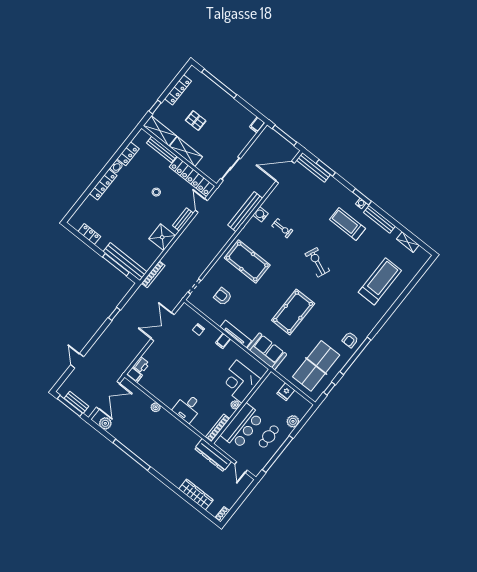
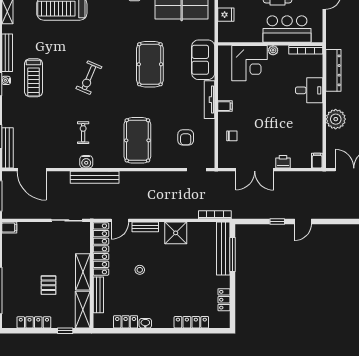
locker: (103, 184) -> (191, 322), moved
pool table: (293, 312) -> (150, 64), turned 90
door: (77, 361) -> (303, 221), moved
printer: (141, 365) -> (283, 162), moved
plant: (156, 407) -> (336, 119), width x1.88, depth x1.88
dresser: (213, 455) -> (333, 70), moved

